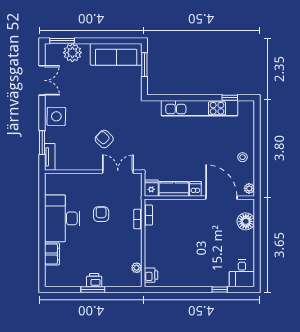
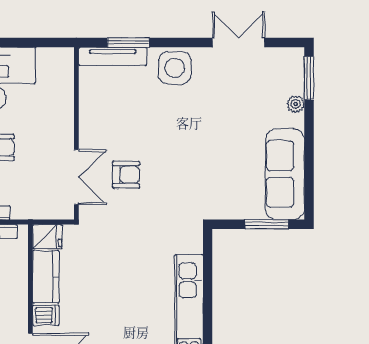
plant: (72, 53) -> (296, 104), width x0.53, depth x0.53
double door: (42, 80) -> (239, 42), swing flipped
armchair: (104, 139) -> (126, 175), moved, turned 46
tv unit: (50, 157) -> (113, 56), width x1.41

